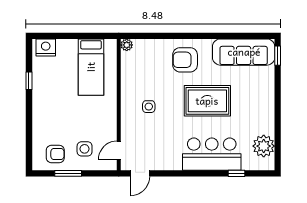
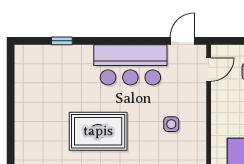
plant: (264, 146) -> (28, 75), removed
bar counter: (212, 154) -> (130, 65), moved

